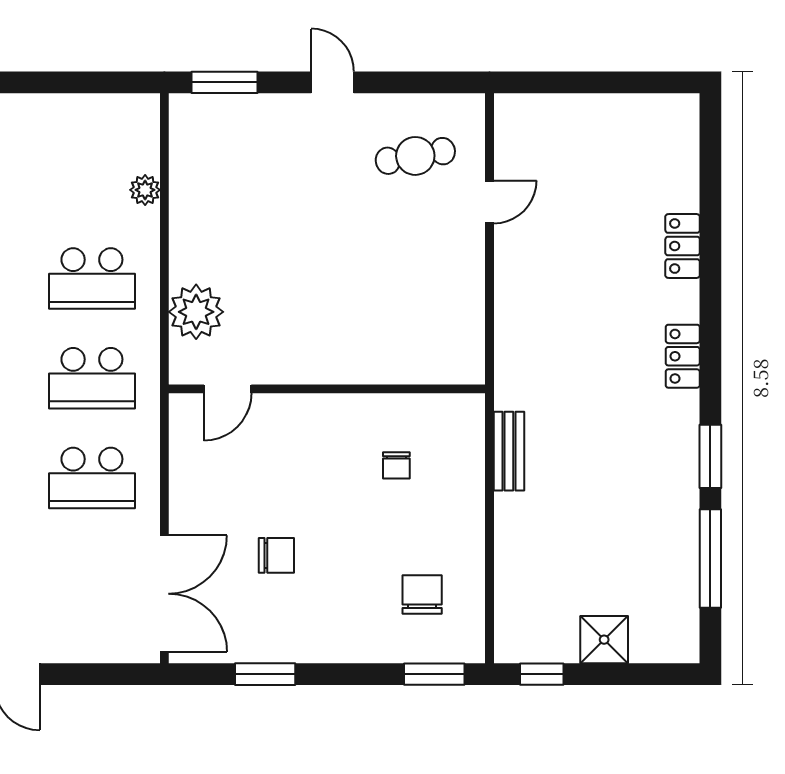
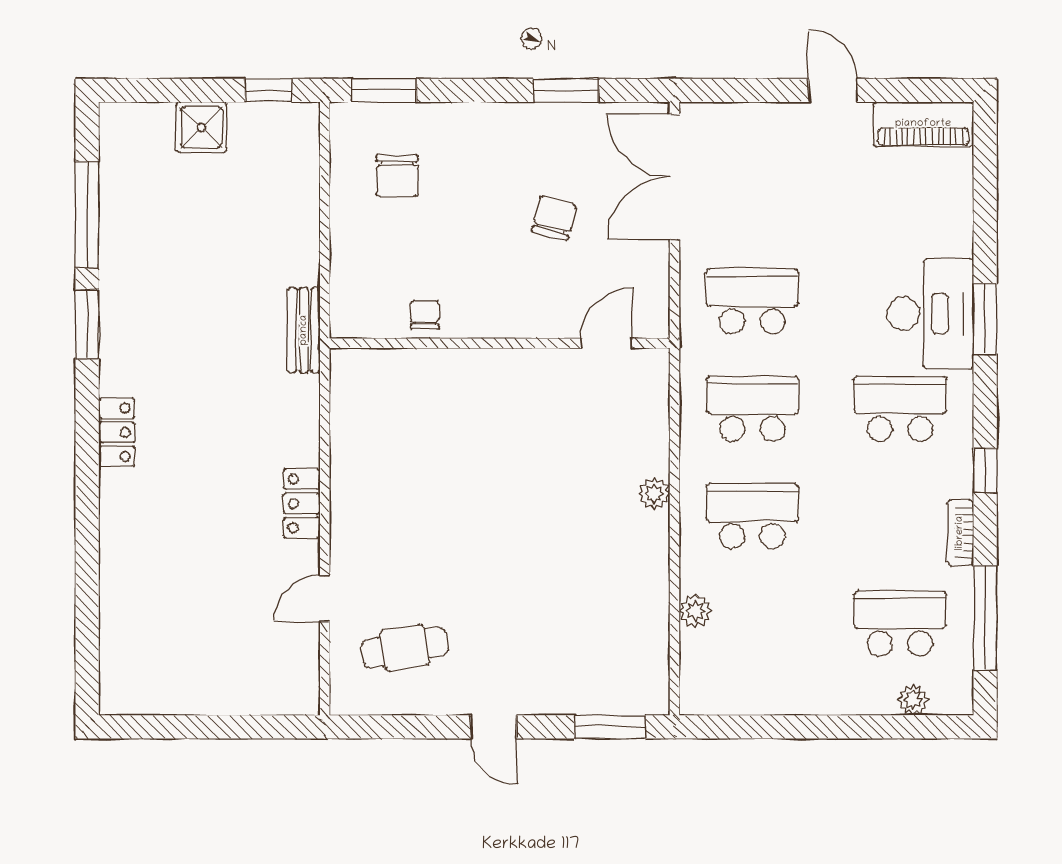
locker: (683, 246) -> (302, 504), moved, turned 180
plant: (196, 312) -> (654, 494), width x0.53, depth x0.53
door: (228, 389) -> (606, 343), moved
wall: (327, 389) -> (500, 343), moved
chair: (276, 555) -> (554, 218), turned 105

